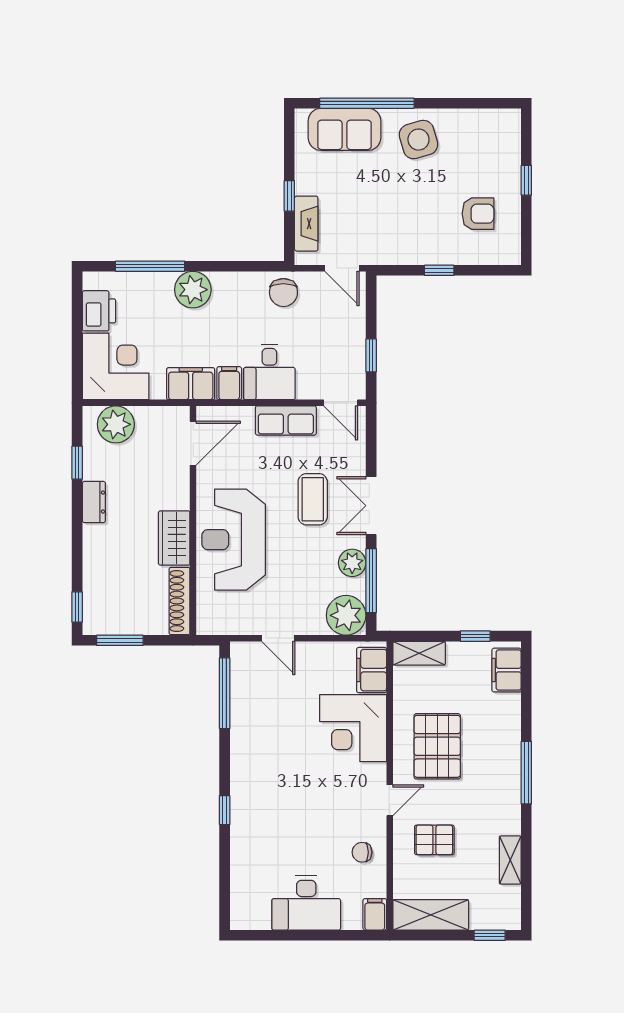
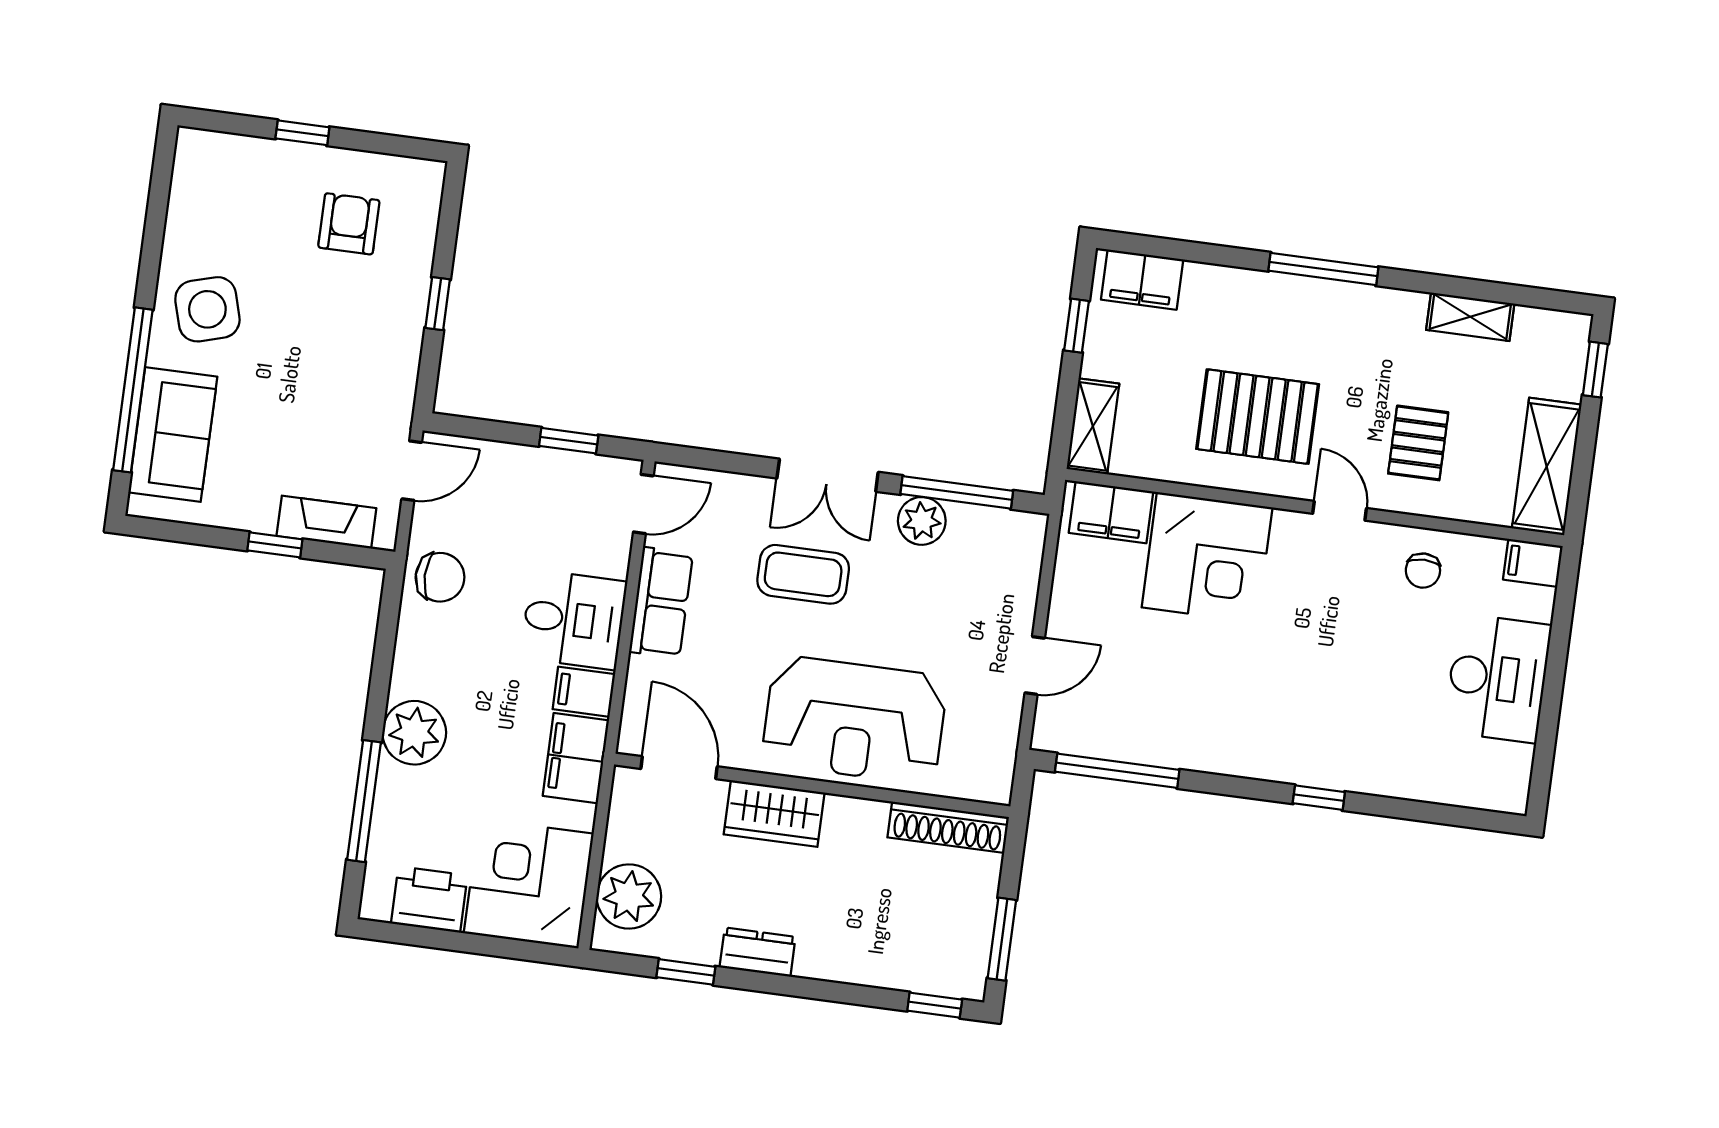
wardrobe: (174, 538) -> (774, 813), moved
plant: (346, 615) -> (1011, 543), removed

